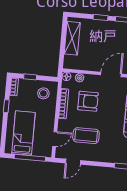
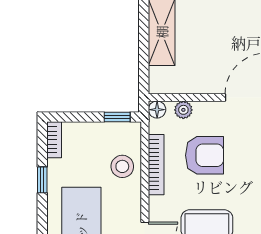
window: (30, 77) -> (117, 117), moved
stool: (43, 93) -> (122, 166), moved

